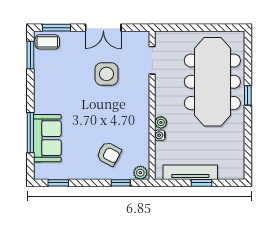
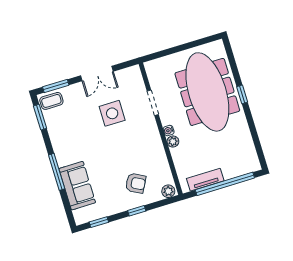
doorway: (152, 60) -> (153, 103), moved
window: (30, 133) -> (57, 172), moved
water cooler: (160, 135) -> (169, 131), moved
tv unit: (190, 172) -> (205, 180), width x0.71
window: (121, 183) -> (137, 211), moved
window: (202, 183) -> (225, 184), width x3.17

